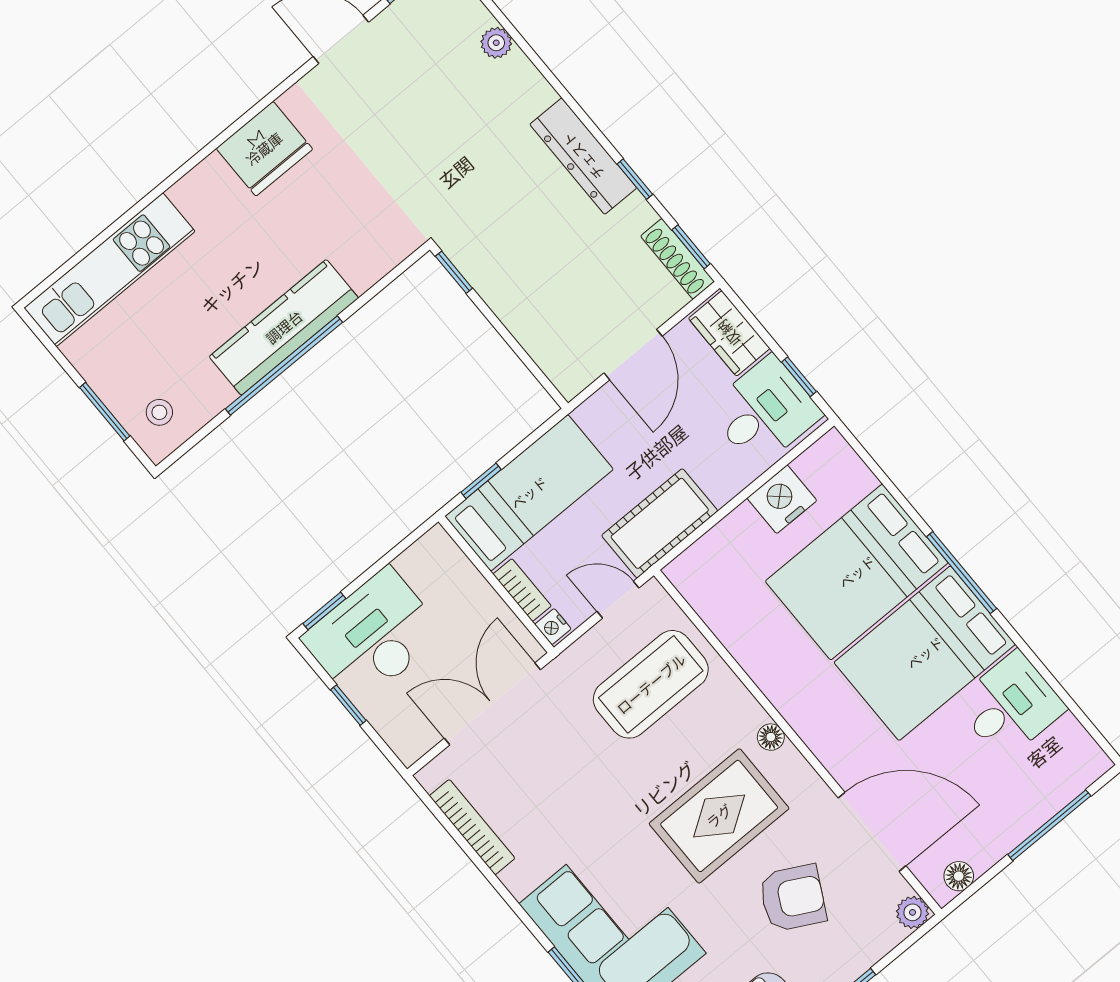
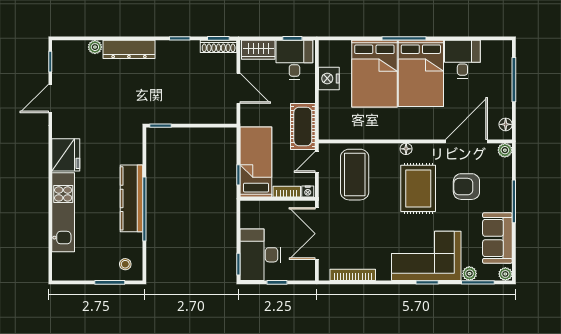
dresser: (583, 156) -> (129, 49), moved
kitchen unit: (110, 270) -> (63, 212), moved
armchair: (793, 898) -> (466, 187), turned -118

